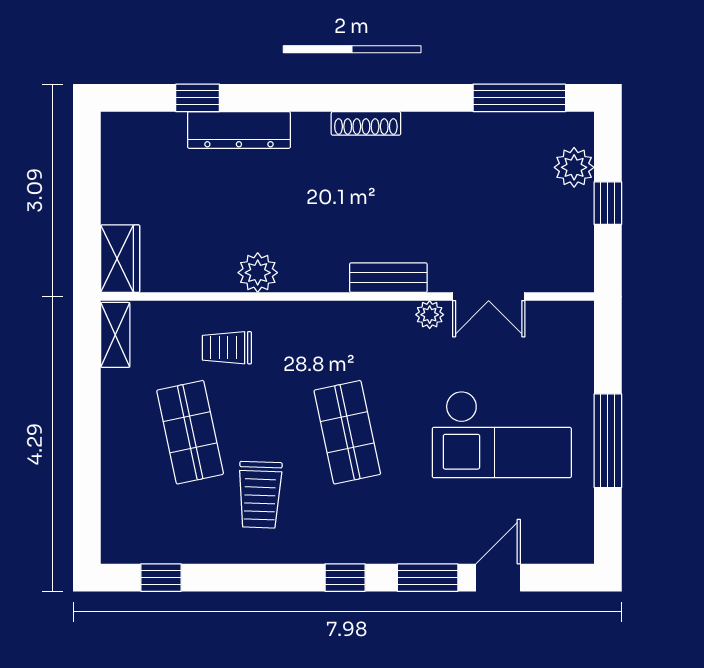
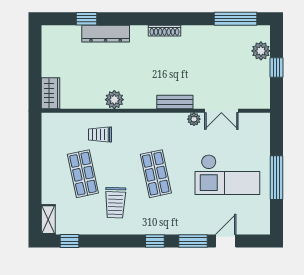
shelving: (115, 335) -> (48, 220), moved

